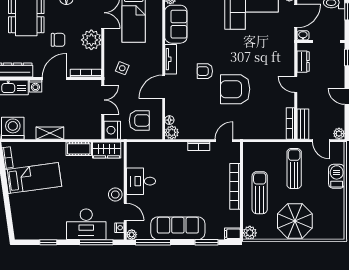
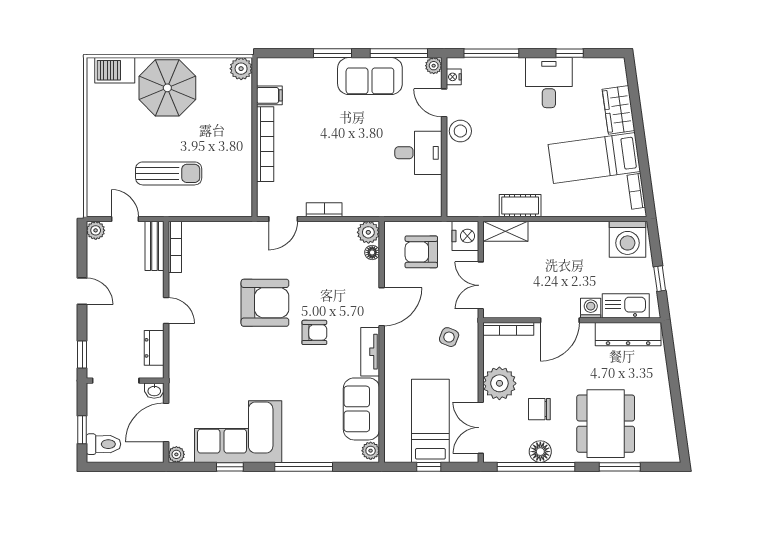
chair: (58, 40) -> (539, 409), moved
shelving: (50, 133) -> (505, 231), moved
wardrobe: (107, 150) -> (619, 110), moved, turned -98
sun lounger: (294, 169) -> (169, 173), turned -90
barbecue: (337, 176) -> (115, 70), moved, turned 90
sun lounger: (260, 193) -> (225, 134), removed
desk: (86, 224) -> (549, 83), moved, width x0.73
sofa: (178, 228) -> (370, 76), width x0.73
filing cabinet: (232, 234) -> (269, 95), moved
window: (207, 242) -> (333, 53), moved

